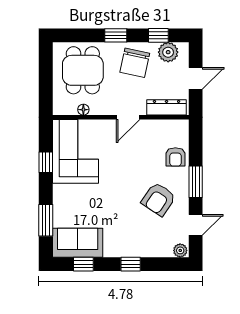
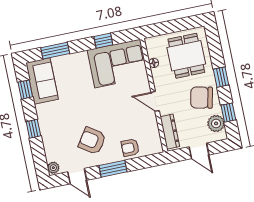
dining table: (83, 70) -> (186, 56), turned 90

